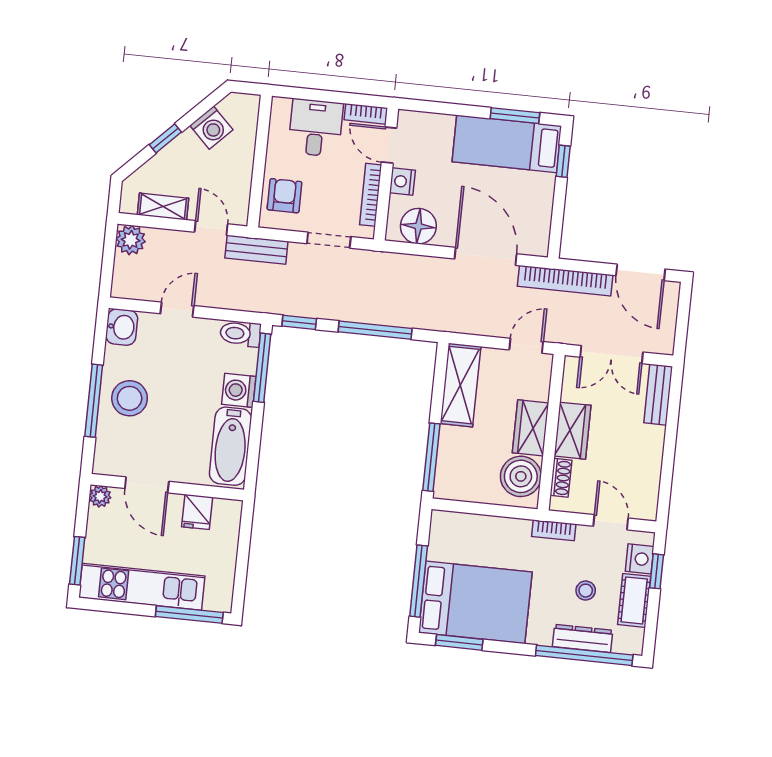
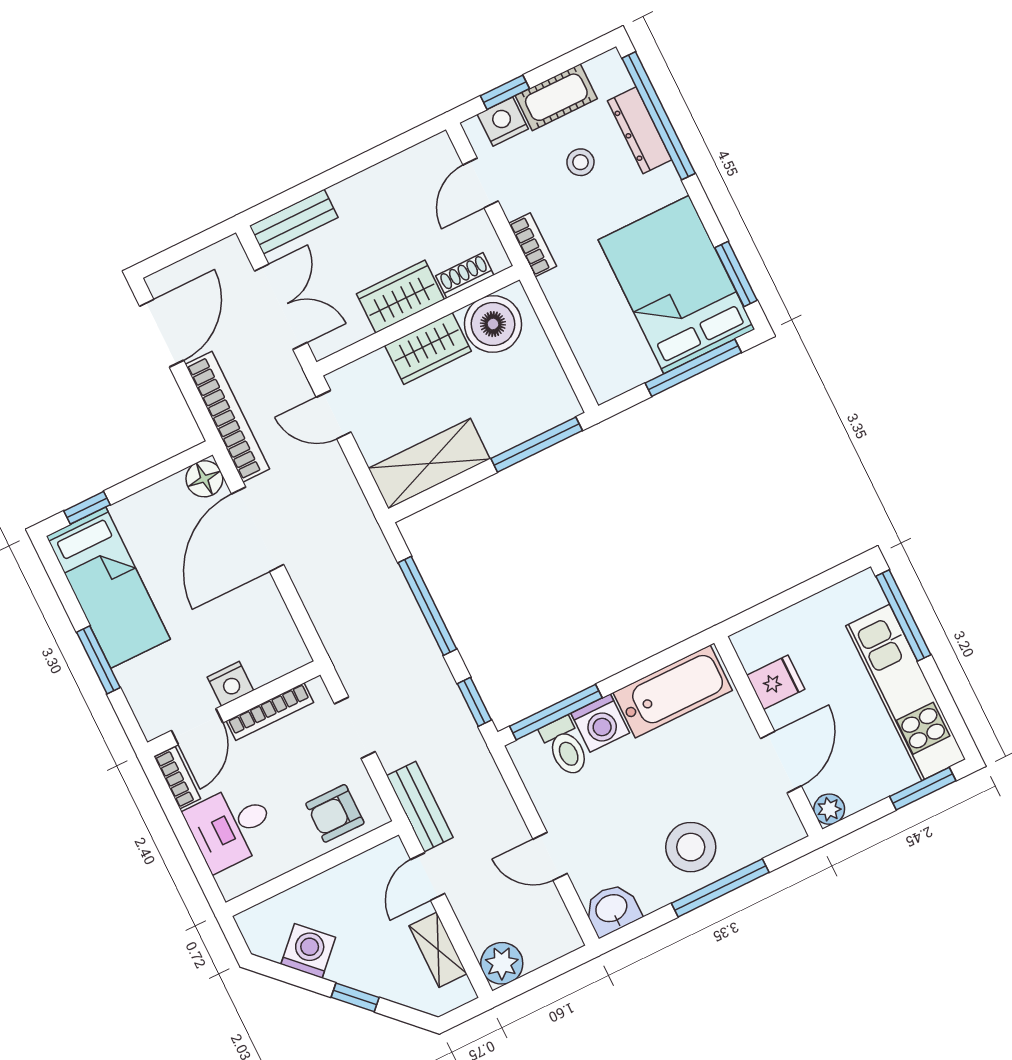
window: (515, 116) -> (98, 660), moved
floor lamp: (418, 226) -> (204, 479), moved, width x0.73, depth x0.73
toilet: (240, 334) -> (565, 747), moved

